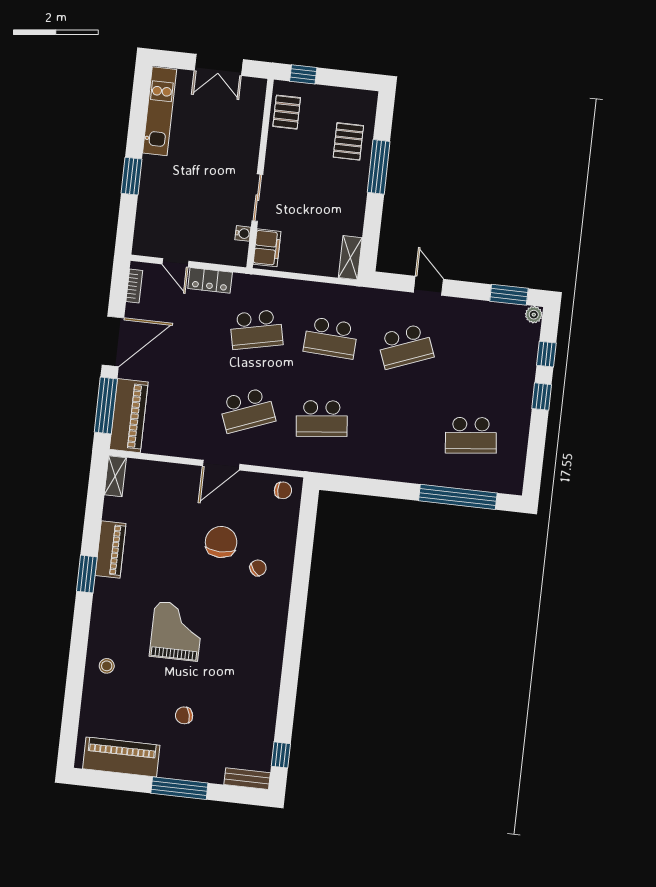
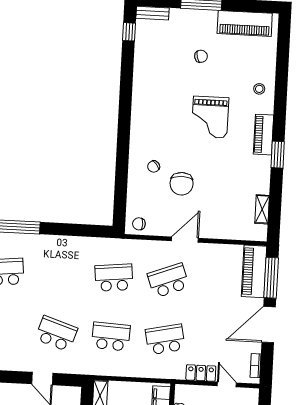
school desk: (405, 346) -> (56, 334), turned 39
shelving: (115, 476) -> (262, 209), moved
piano: (111, 550) -> (263, 135), moved

